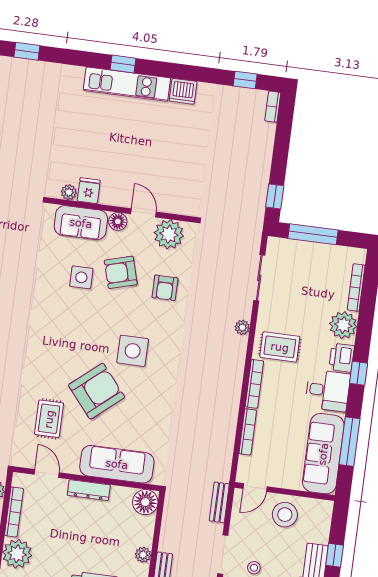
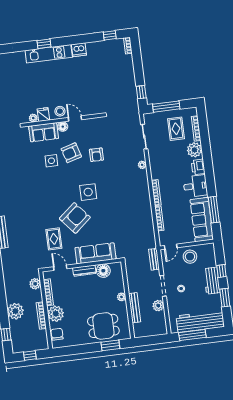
stool: (120, 192) -> (60, 111), added
plant: (169, 234) -> (91, 126), removed
rug: (280, 347) -> (176, 129), moved, turned 90
window: (359, 373) -> (209, 173), removed
floor lamp: (145, 502) -> (103, 271), moved

